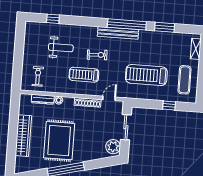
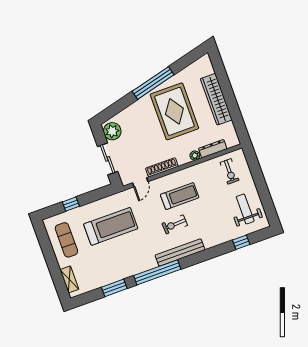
bench: (118, 33) -> (180, 252), moved
weight bench: (61, 48) -> (245, 209), moved, turned 90

